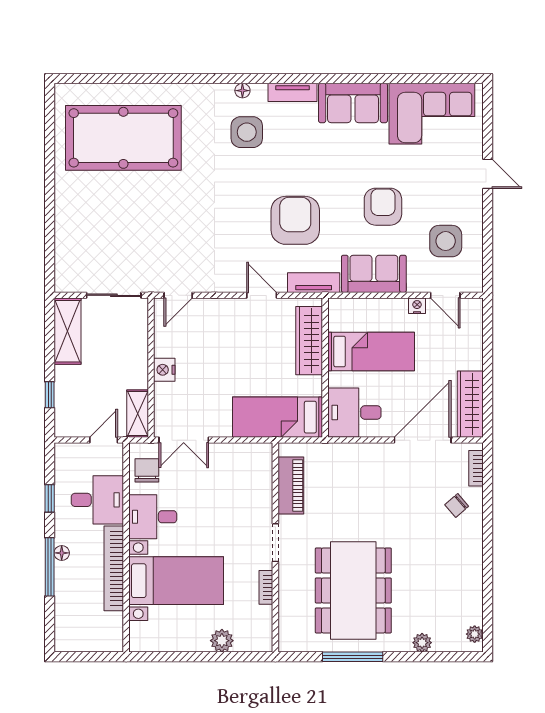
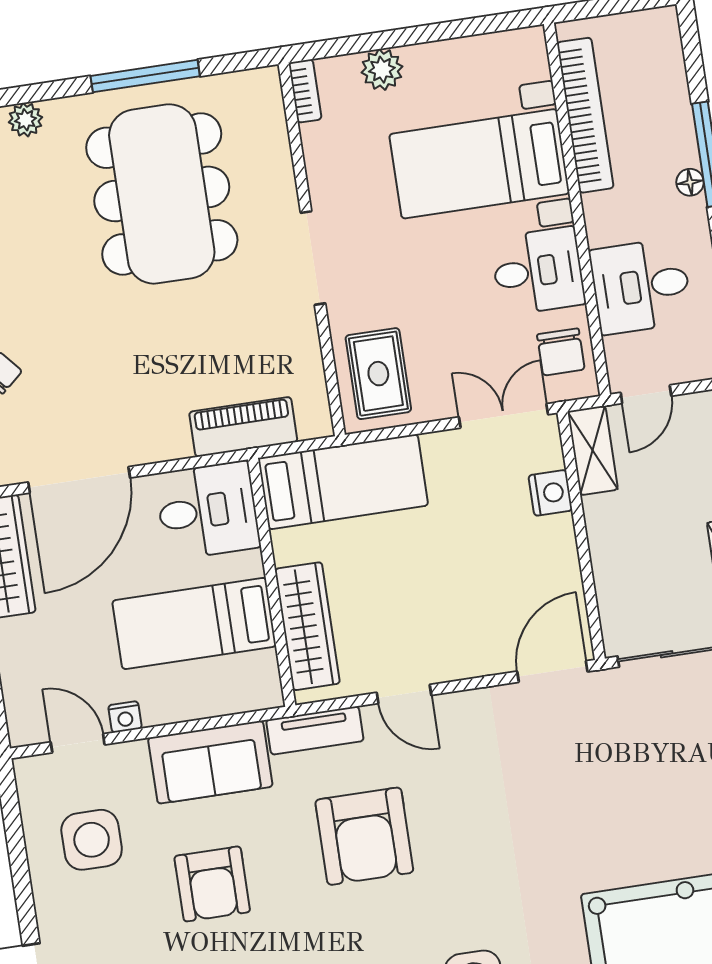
door: (178, 295) -> (552, 672), width x1.38
nightstand: (164, 370) -> (550, 493), moved
rug: (249, 474) -> (378, 374), added
piano: (291, 485) -> (243, 427), moved, turned 90
doorway: (275, 543) -> (313, 258), width x1.38
bookcase: (114, 568) -> (585, 115), moved
bookcase: (266, 587) -> (305, 91), moved

